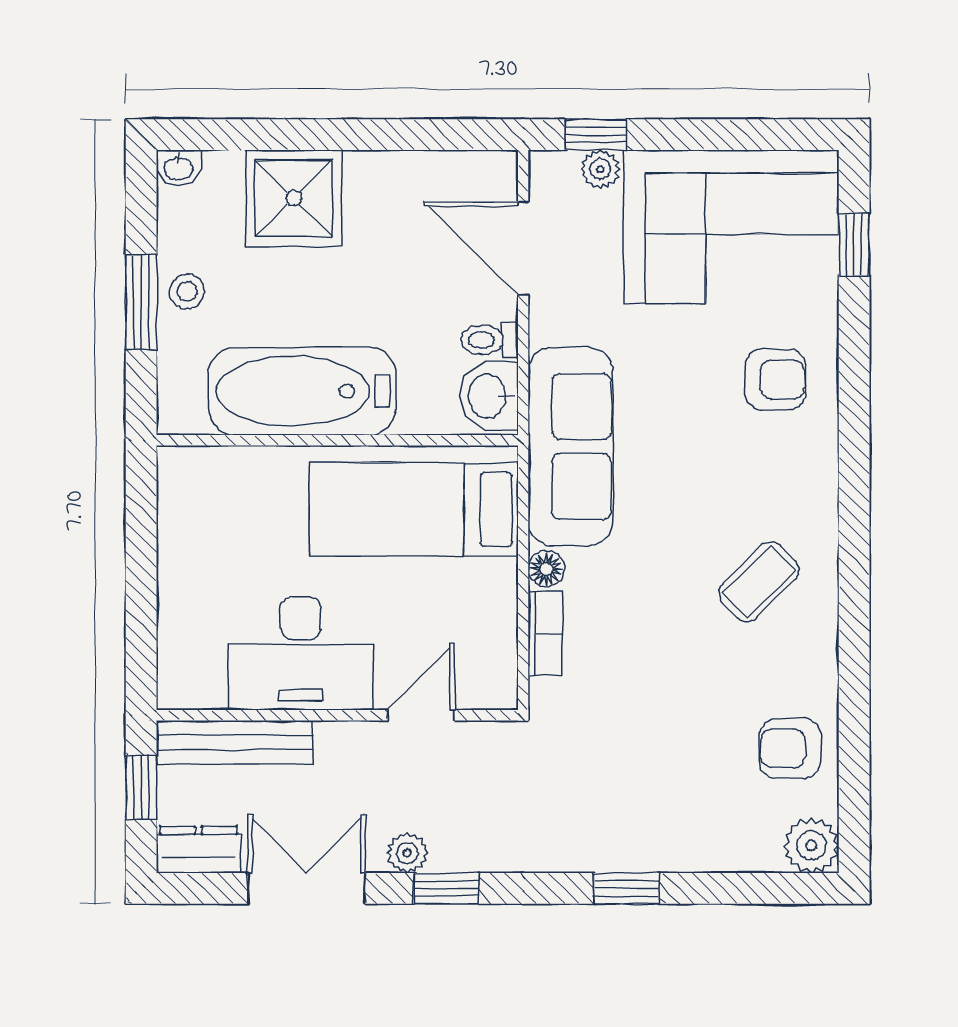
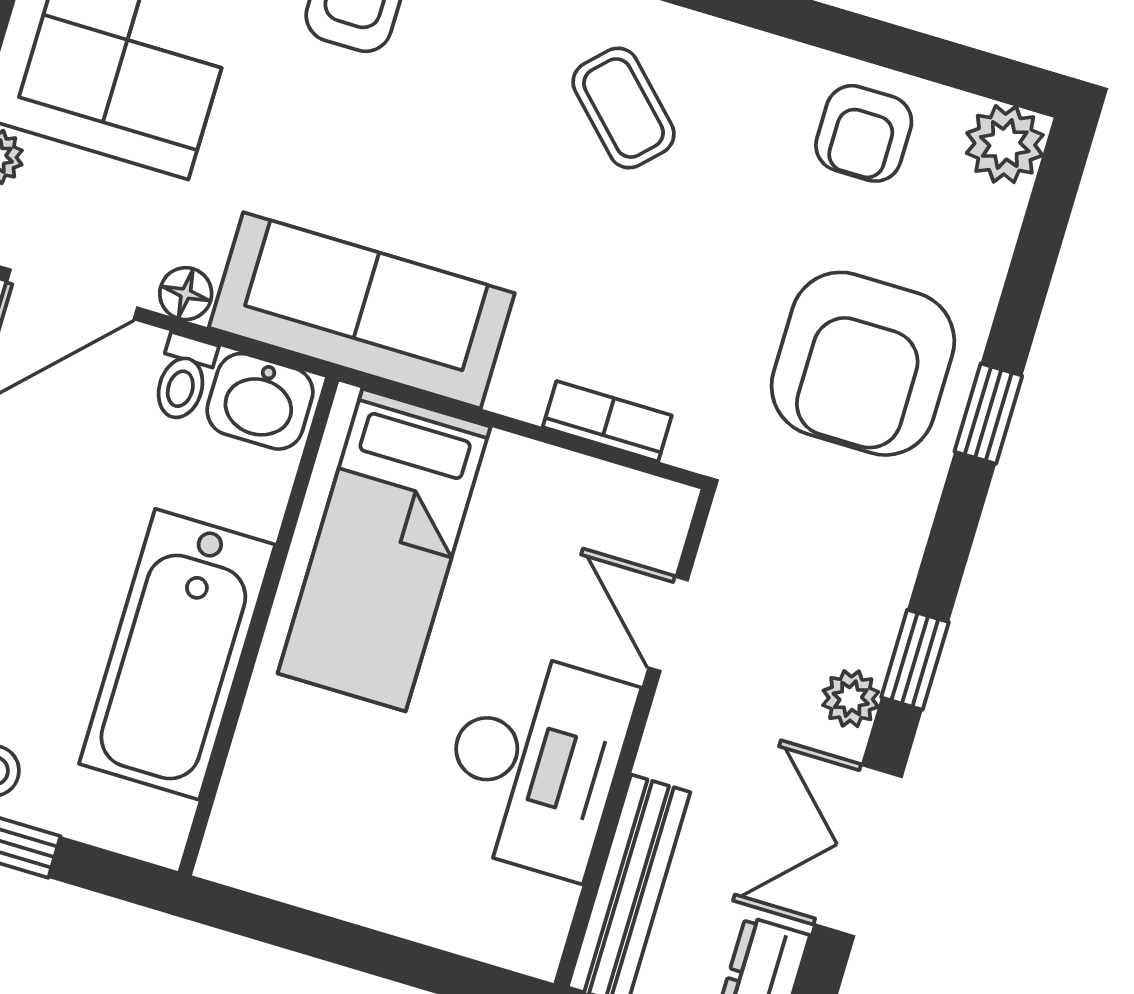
floor lamp: (546, 569) -> (186, 294), moved
armchair: (635, 794) -> (863, 364), added

